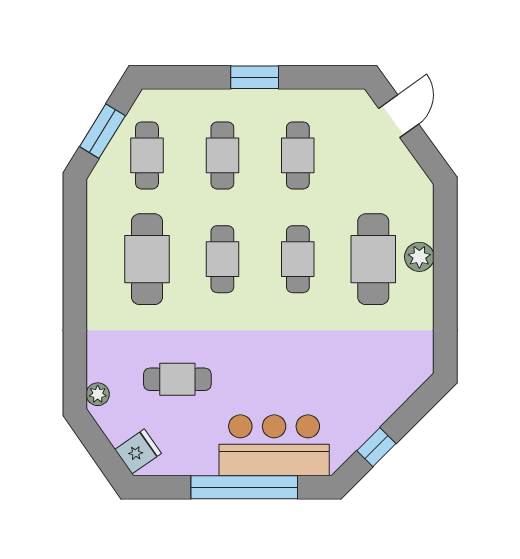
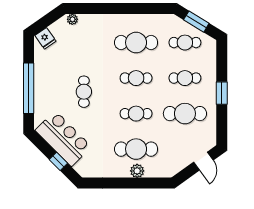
door: (399, 116) -> (203, 161), hinge flipped
cafe table: (298, 155) -> (185, 114), width x1.37, depth x1.35
cafe table: (177, 379) -> (84, 92), moved
bar counter: (274, 445) -> (63, 138), moved, turned -45
window: (376, 447) -> (58, 161), moved

